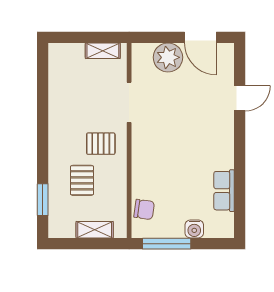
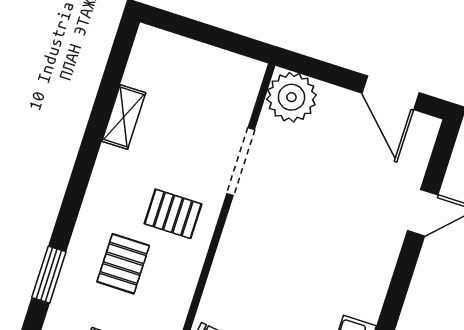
shelving: (103, 51) -> (124, 117), moved, turned 90
plant: (168, 57) -> (291, 97), moved

